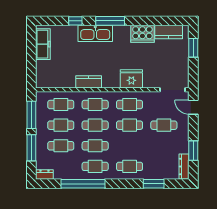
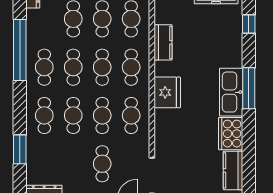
window: (75, 21) -> (249, 24), moved
kitchen sink: (95, 33) -> (231, 92), moved
fridge: (131, 79) -> (167, 92), moved
kitchen counter: (89, 82) -> (163, 42), moved
cafe table: (130, 146) -> (73, 115), added

